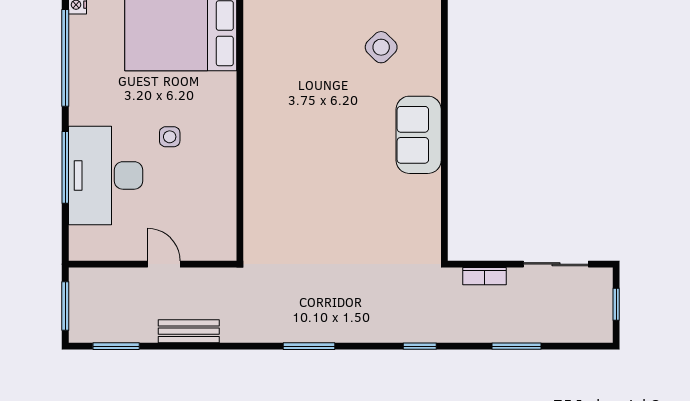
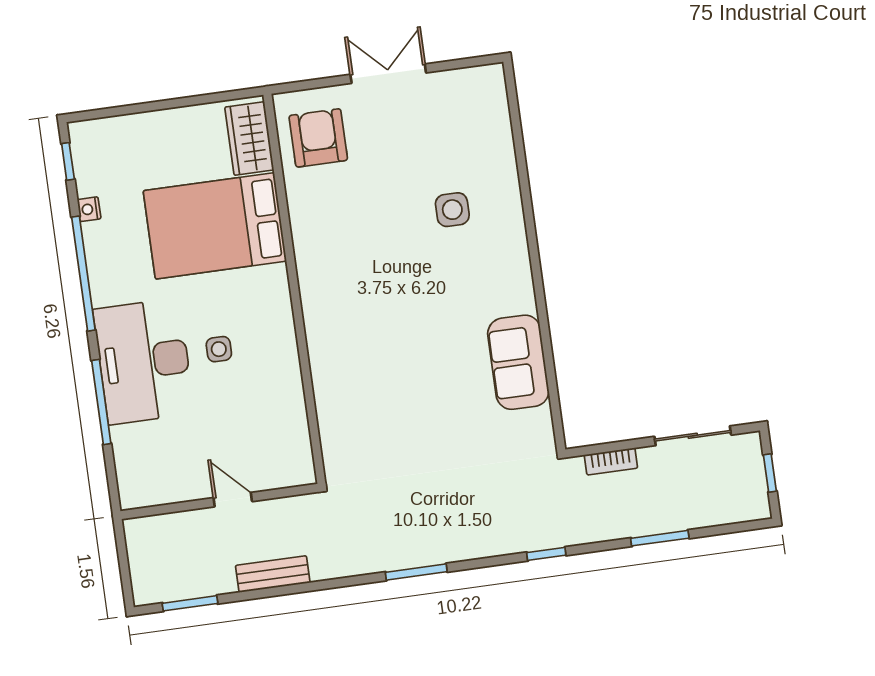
side table: (381, 47) -> (452, 210), turned 45
sofa: (419, 135) -> (518, 362), moved
desk: (106, 175) -> (144, 361), moved
window: (65, 306) -> (124, 565), removed

